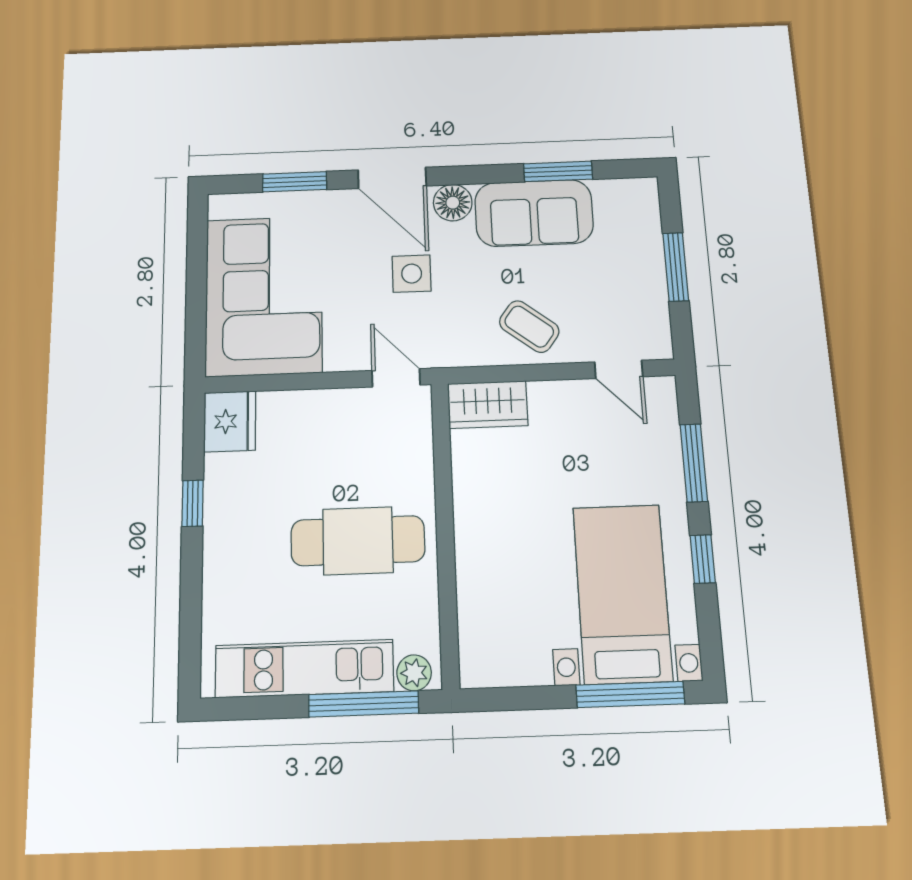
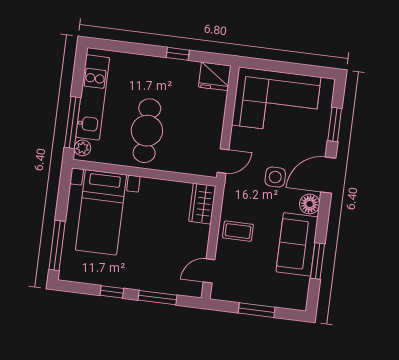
coffee table: (529, 327) -> (238, 231), turned 53
bed with nightstands: (622, 593) -> (101, 212), moved, turned 90

